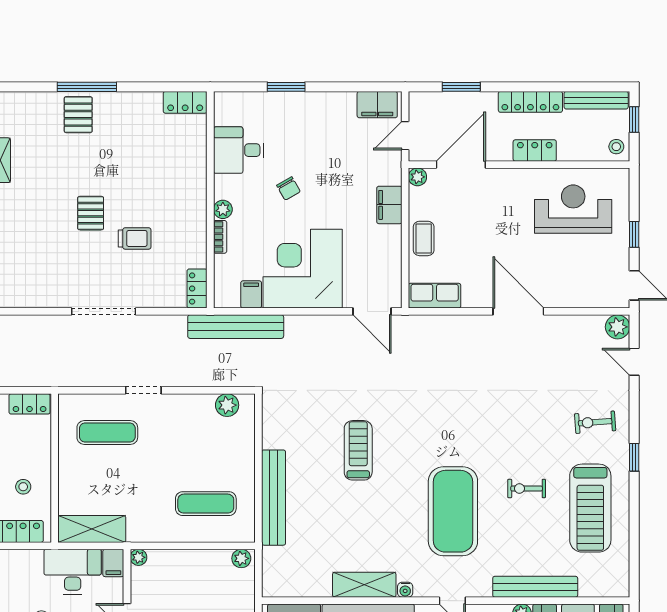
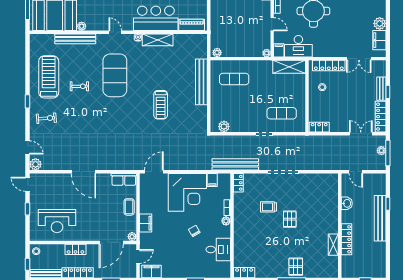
door: (372, 311) -> (154, 172), hinge flipped
bench: (236, 327) -> (235, 164), moved

